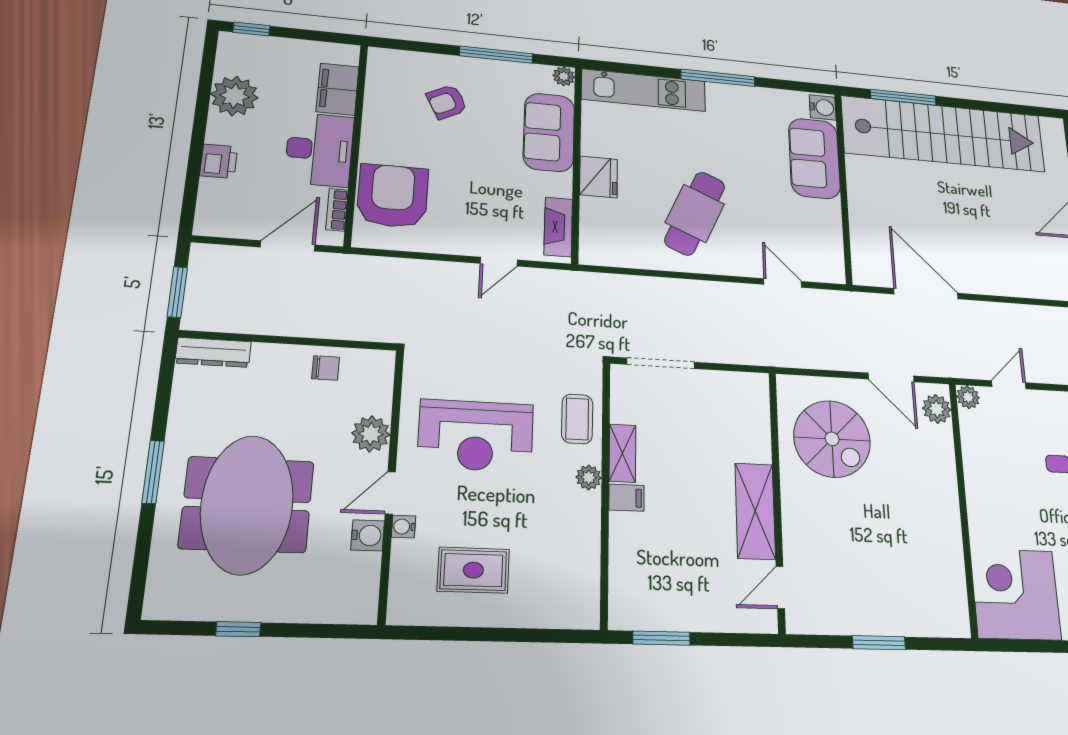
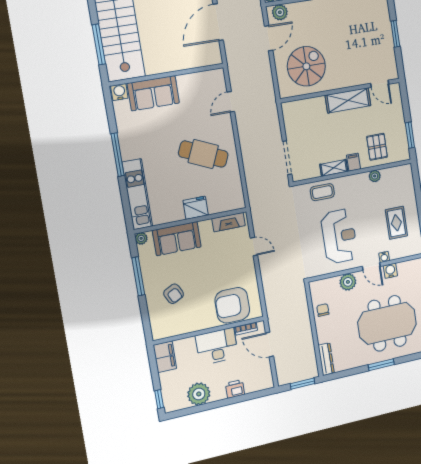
filing cabinet: (338, 89) -> (165, 357), moved, turned -90
plant: (589, 477) -> (375, 176), moved
pallet: (649, 556) -> (377, 147), added

